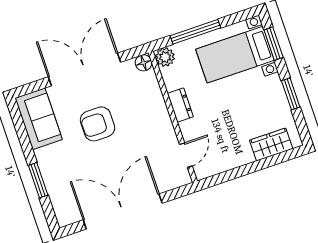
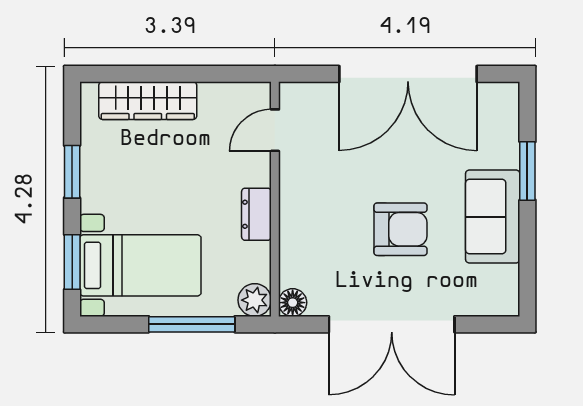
sofa: (39, 119) -> (493, 217), moved
wardrobe: (271, 144) -> (148, 101), width x1.50

